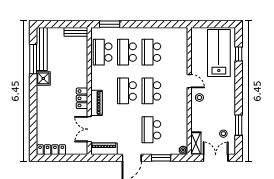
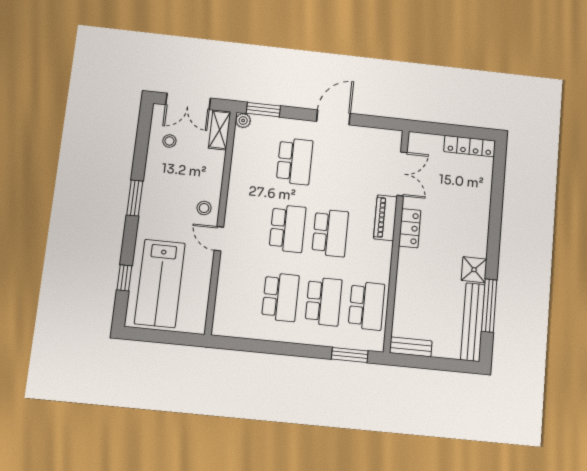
window: (239, 125) -> (135, 198), moved
piano: (104, 149) -> (380, 138), removed
window: (161, 158) -> (263, 110), moved

